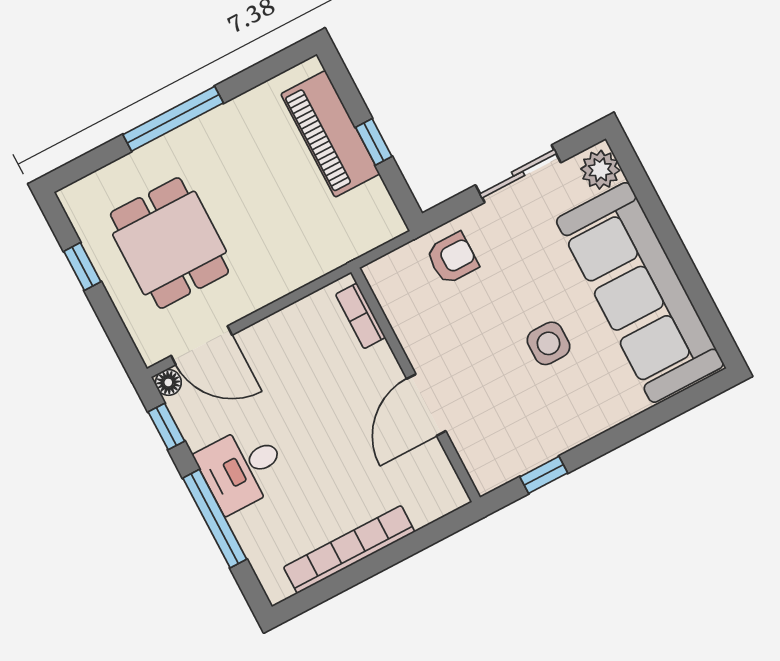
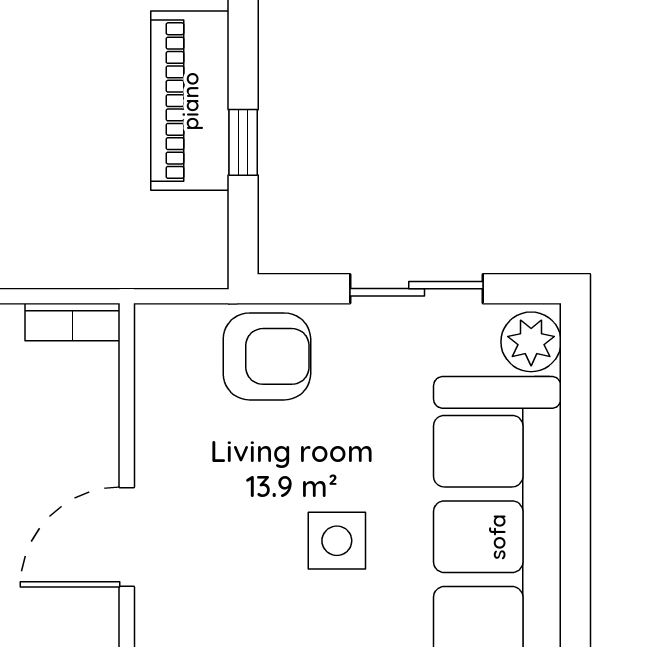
armchair: (452, 258) -> (267, 356), width x1.38, depth x1.38
bookcase: (360, 316) -> (73, 322), moved, turned -90

